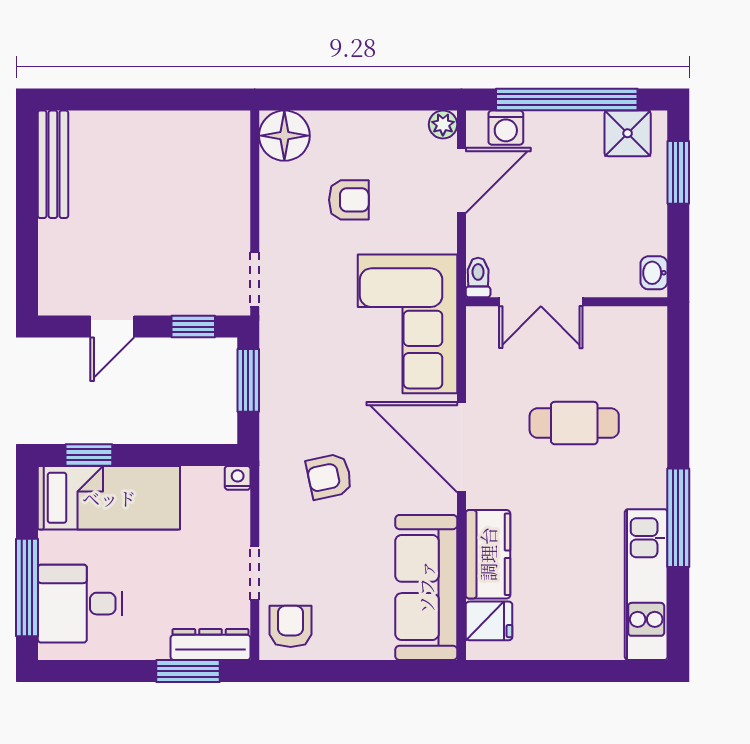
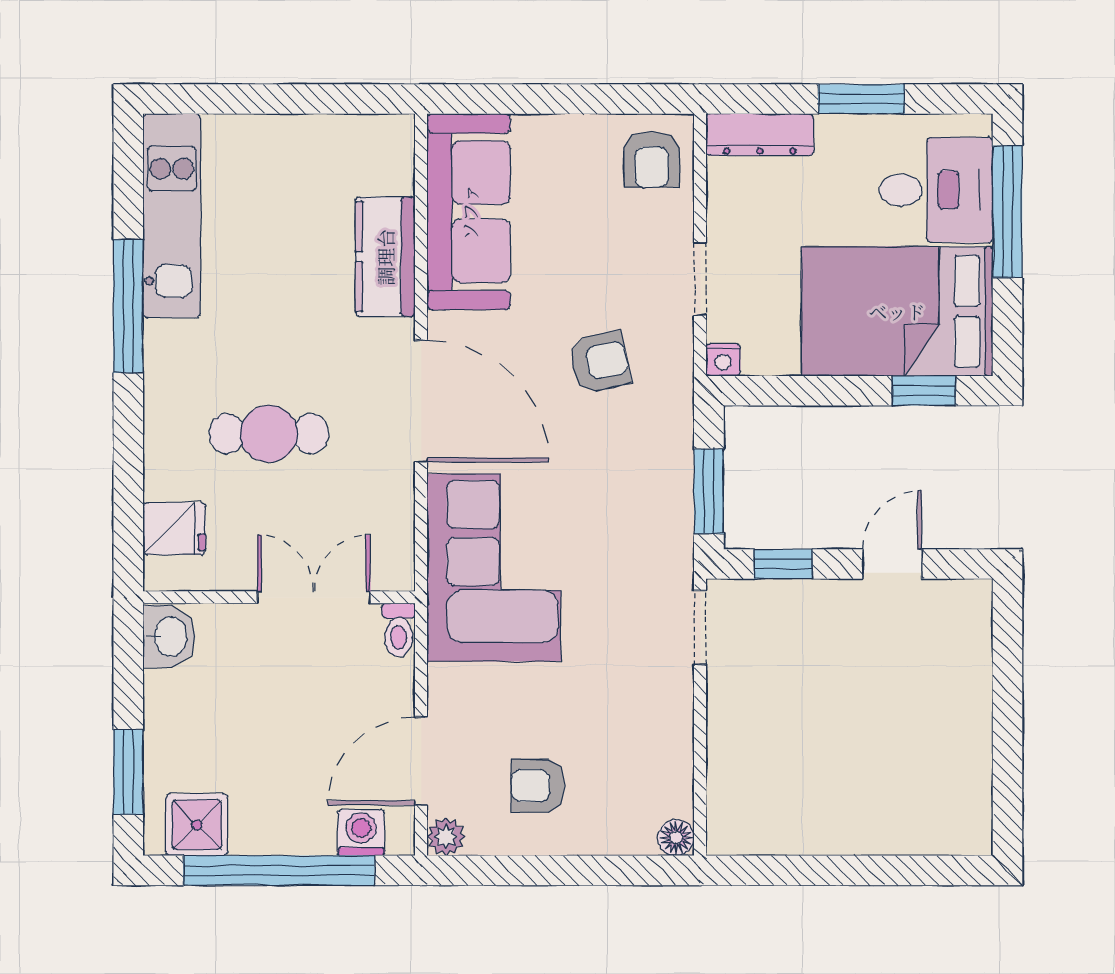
floor lamp: (284, 136) -> (676, 838), width x0.53, depth x0.53
bench: (53, 164) -> (972, 783), removed
armchair: (349, 200) -> (538, 786), moved
washbasin: (654, 273) -> (169, 637), width x1.38, depth x1.45
bed: (109, 498) -> (897, 311), width x1.50
doorway: (255, 573) -> (700, 279), moved
fridge: (489, 621) -> (174, 529), moved, turned 180
window: (188, 671) -> (861, 99), moved

